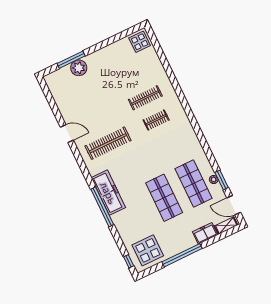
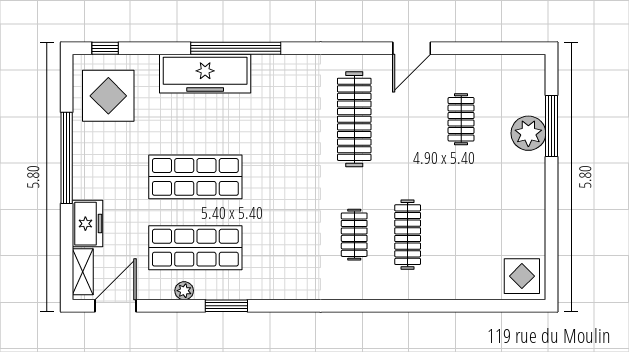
clothes rail: (86, 99) -> (461, 119), added
window: (222, 180) -> (226, 306), moved
freezer: (108, 193) -> (205, 74), moved

